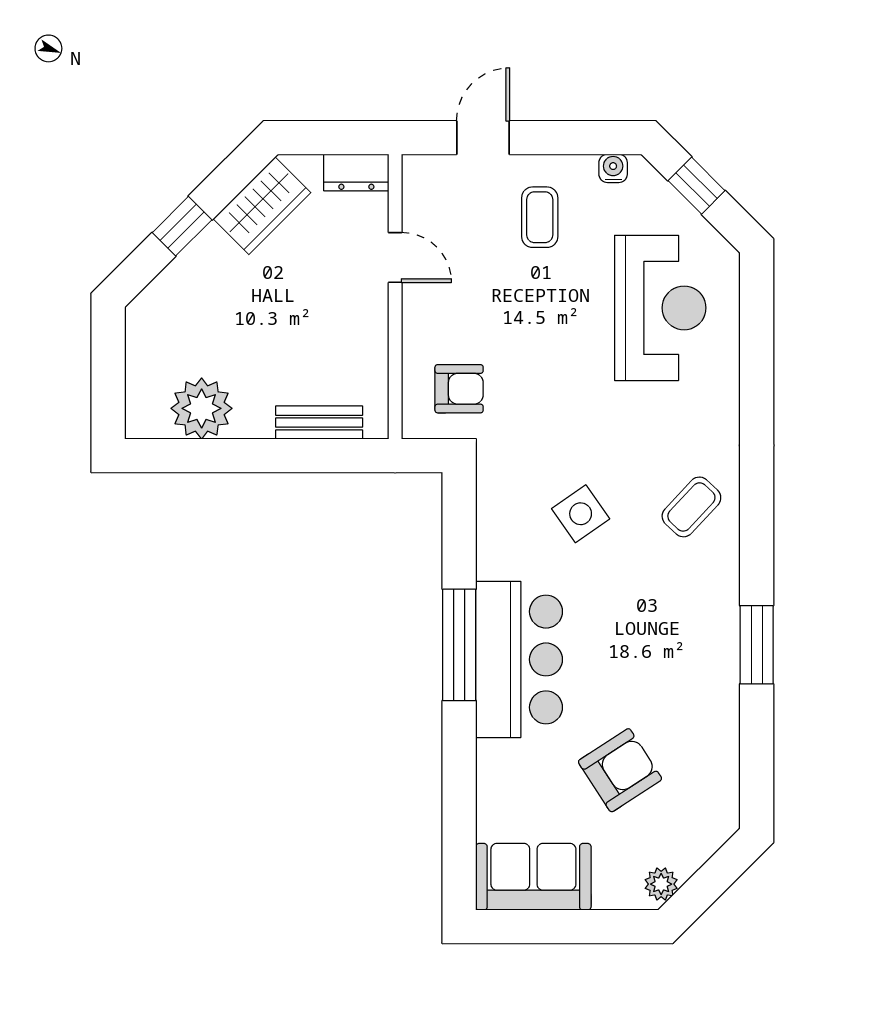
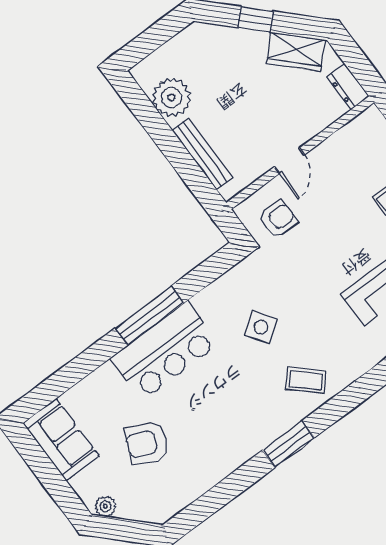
door: (395, 257) -> (289, 161), moved
armchair: (459, 389) -> (278, 219), turned -90
bench: (319, 423) -> (203, 154), width x1.36
window: (757, 645) -> (288, 444), moved
armchair: (620, 770) -> (147, 443), turned 148

